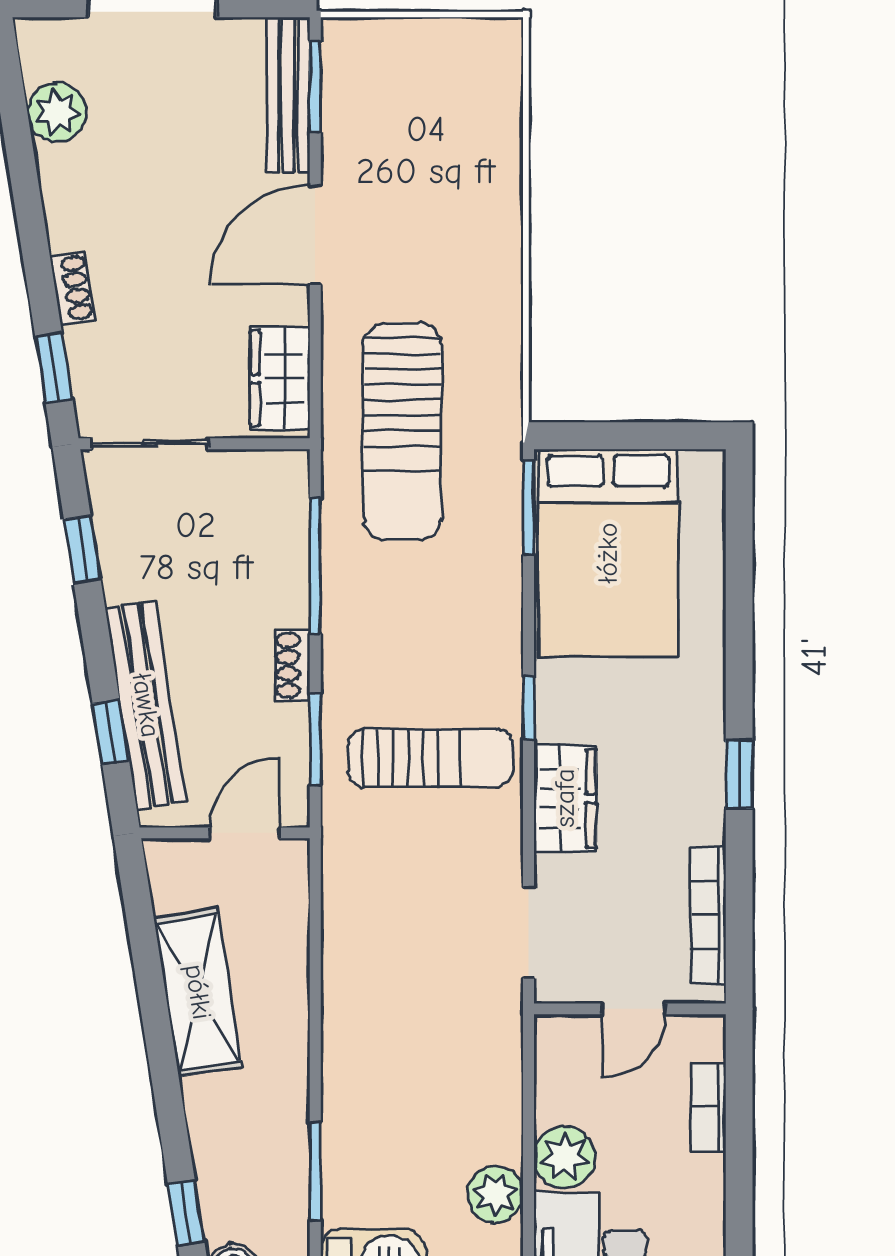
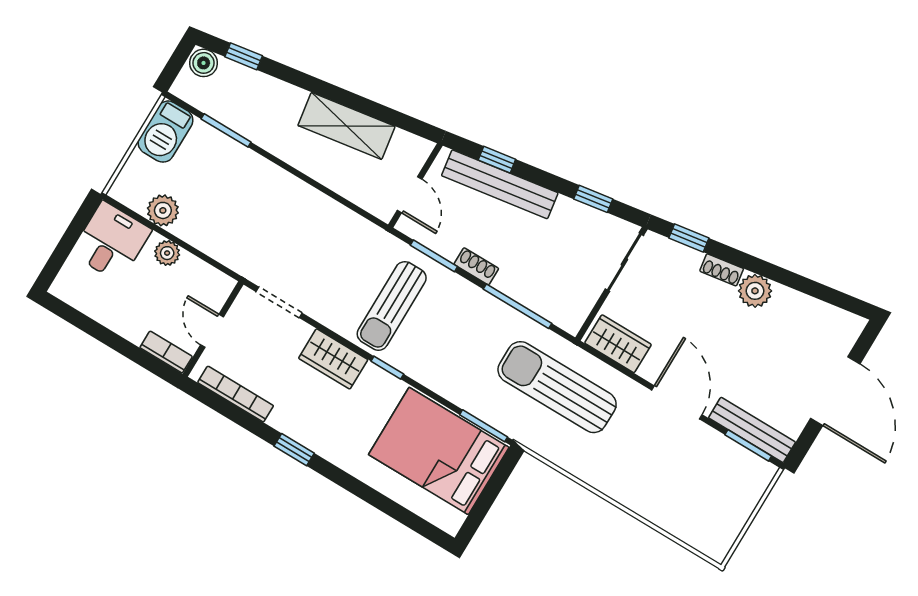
plant: (57, 112) -> (755, 291), moved
bookcase: (708, 1107) -> (166, 352), moved
plant: (565, 1157) -> (167, 253), width x0.73, depth x0.73

